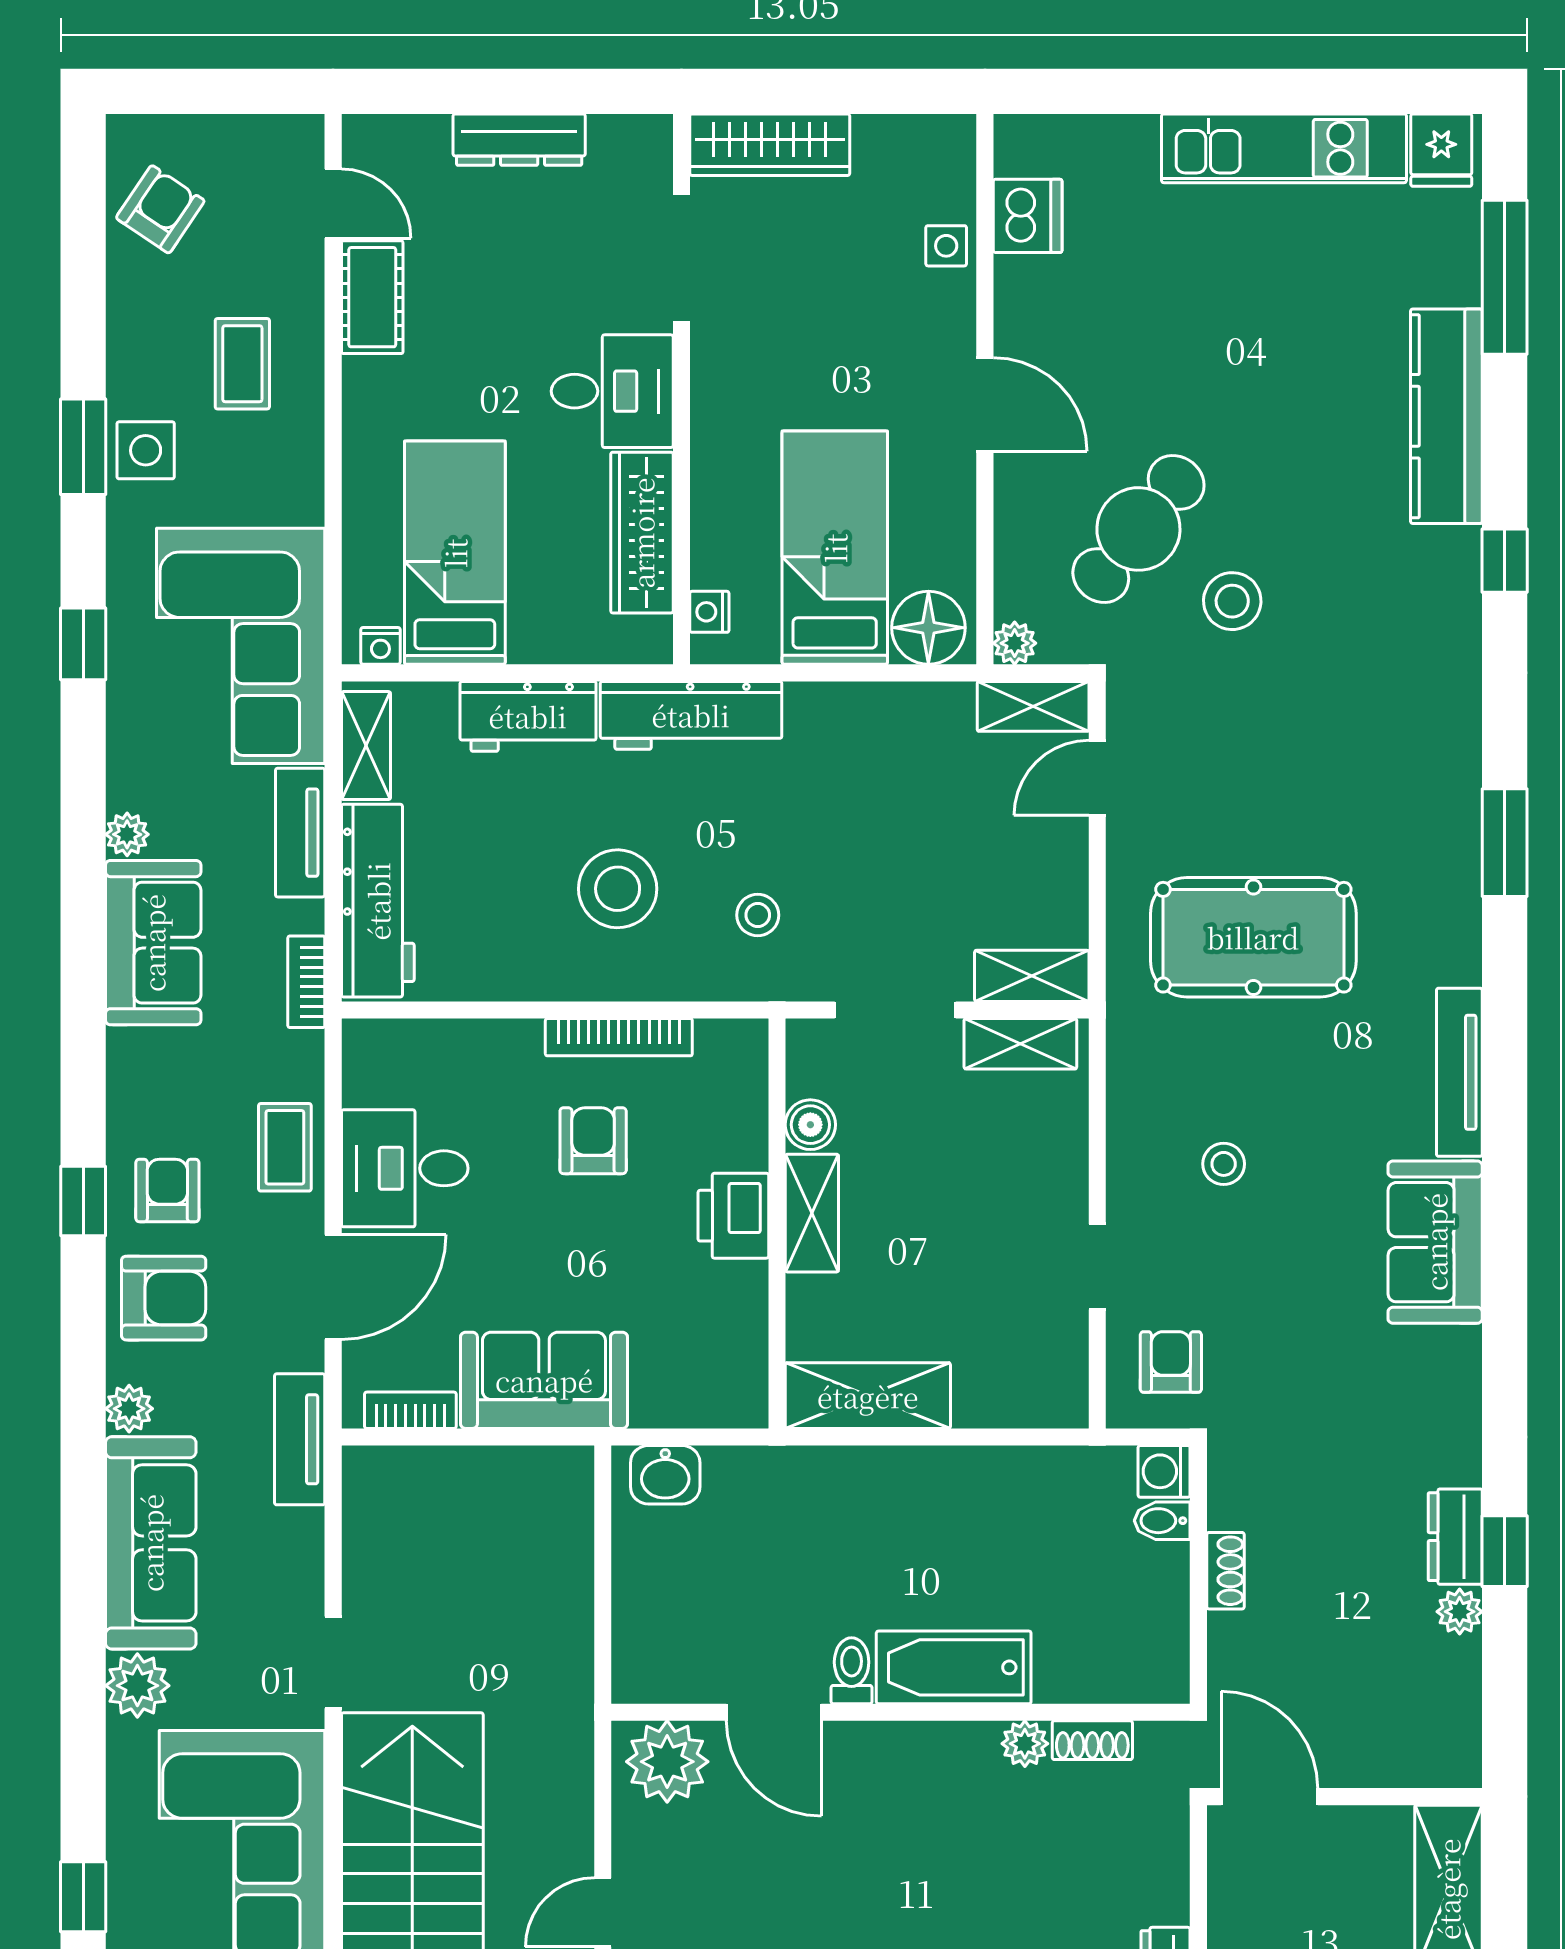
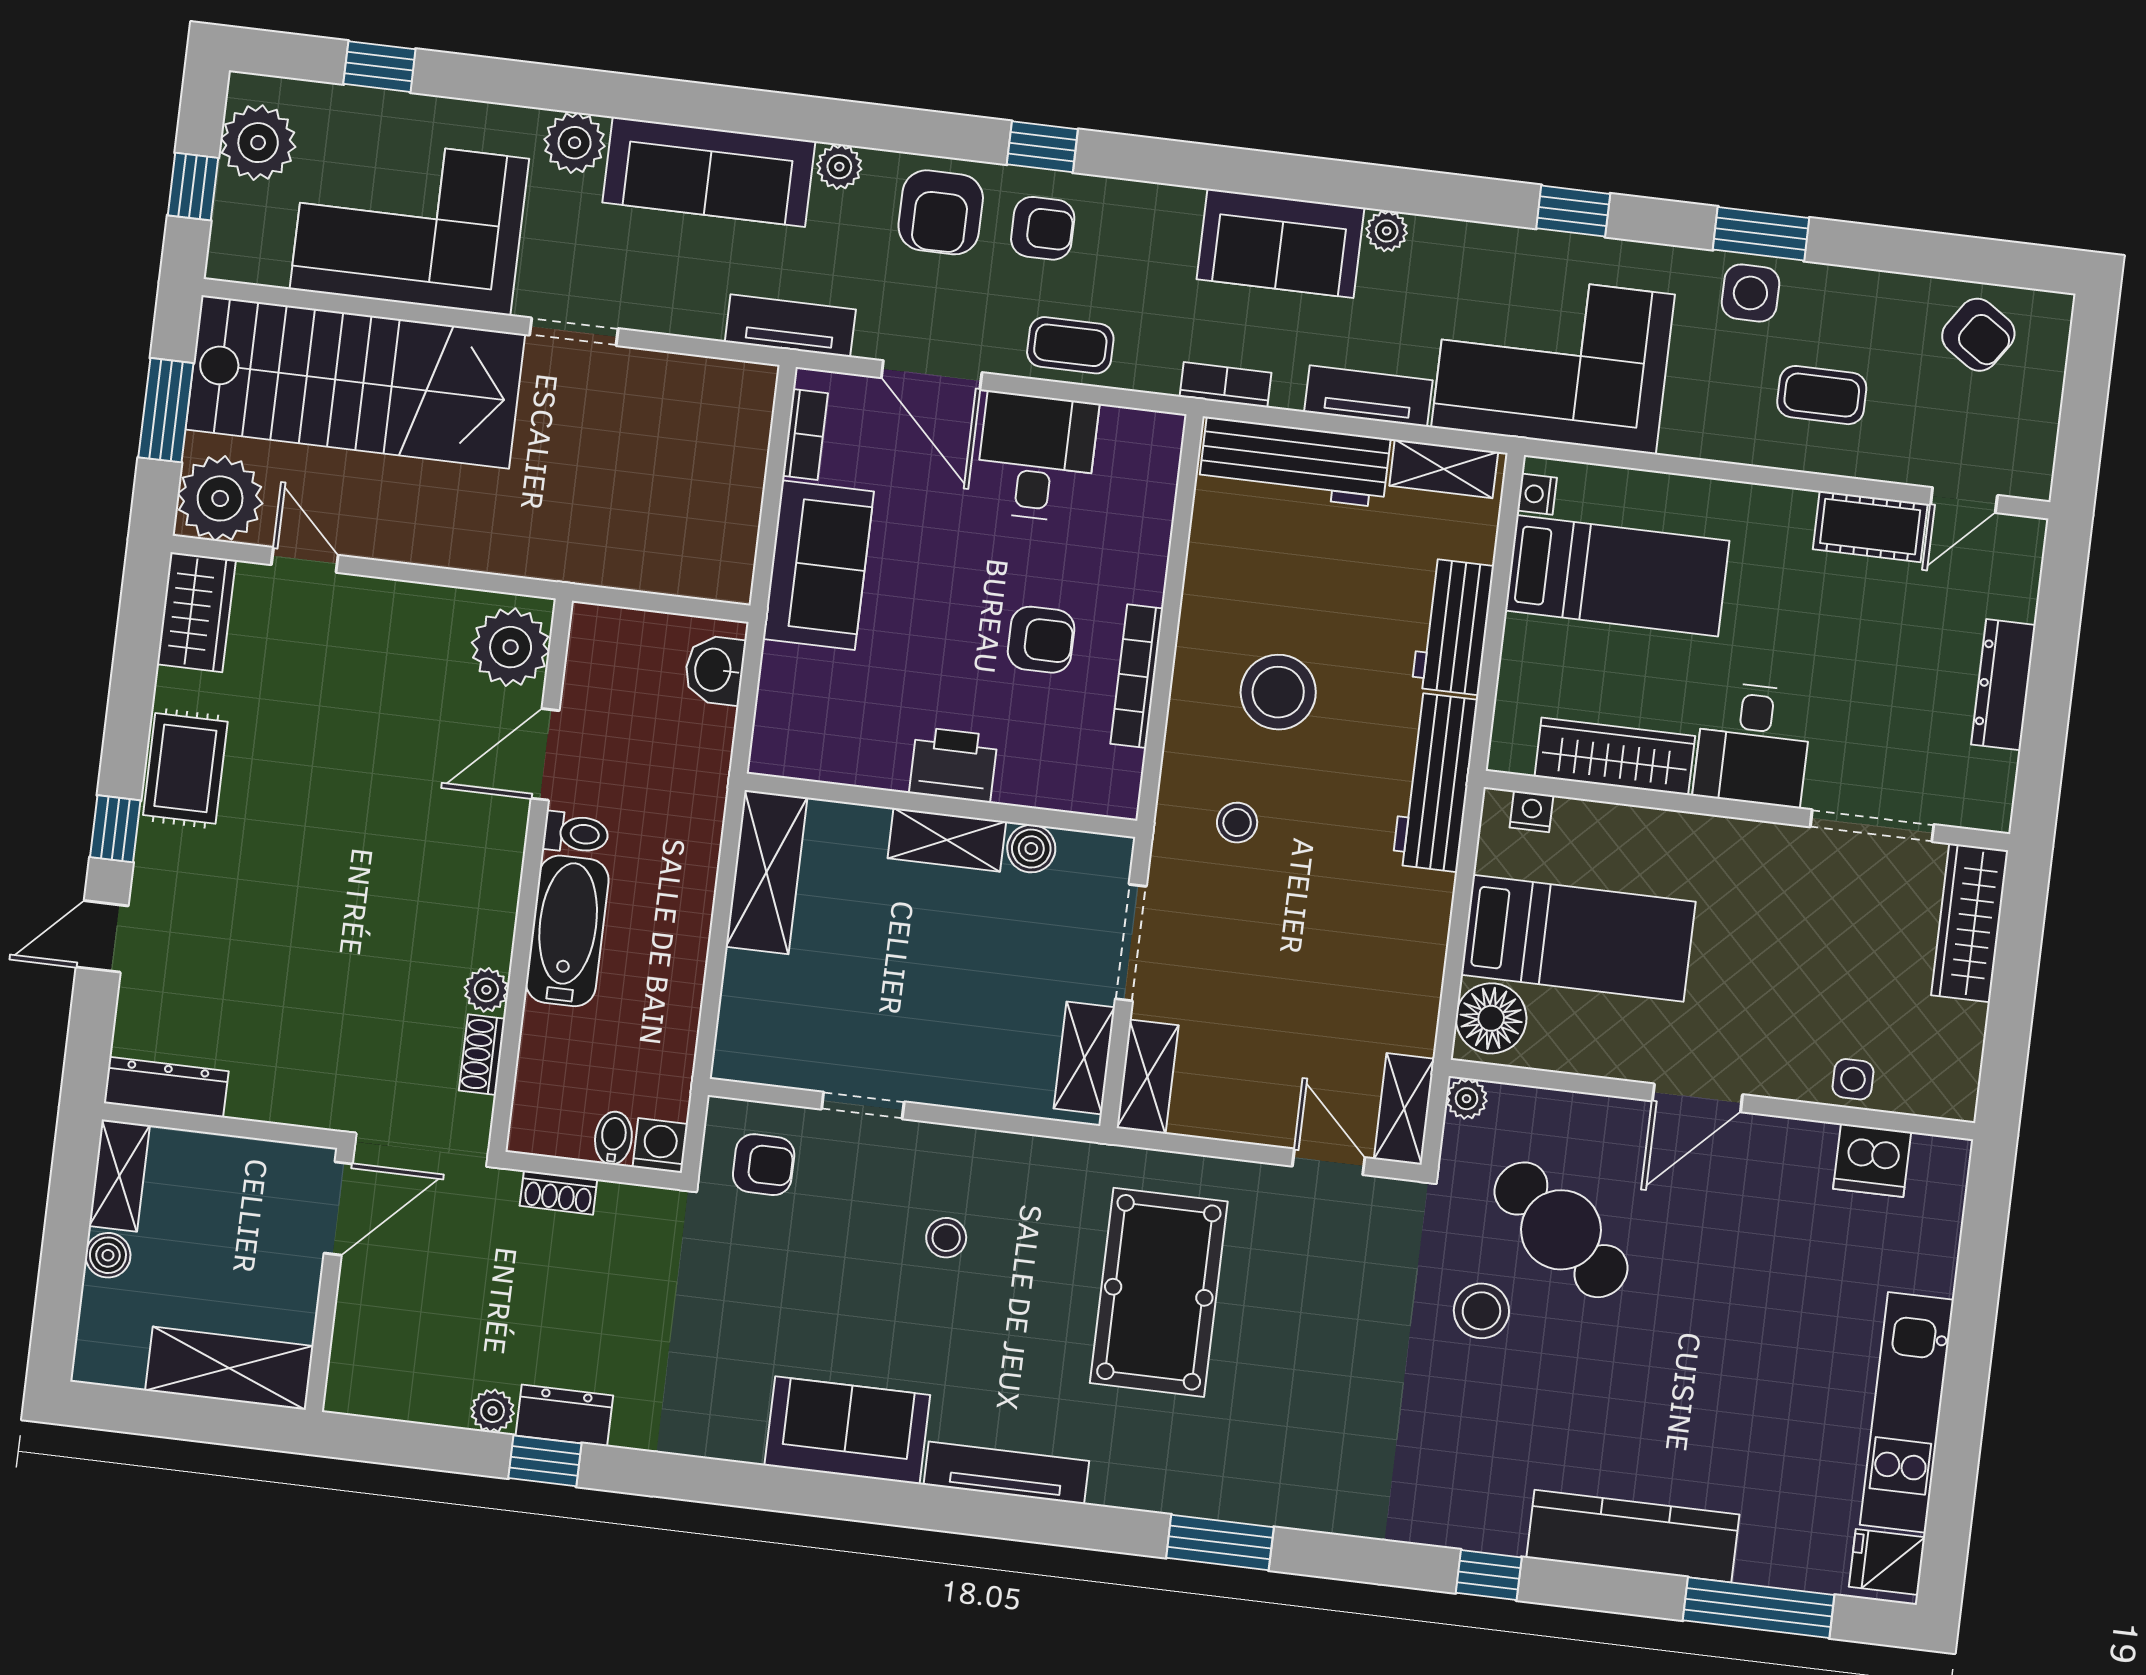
bathtub: (954, 1667) -> (567, 931), moved
toilet: (852, 1671) -> (576, 833), moved
door: (774, 1712) -> (545, 754), moved
wall: (901, 1712) -> (531, 875), moved
shoe rack: (1092, 1740) -> (482, 1055), moved
plant: (1025, 1744) -> (486, 990), moved
plant: (667, 1762) -> (511, 647), moved

